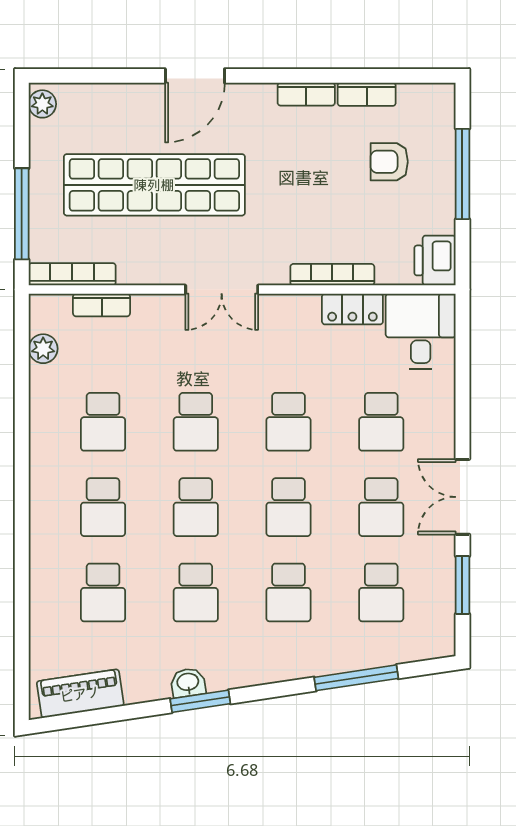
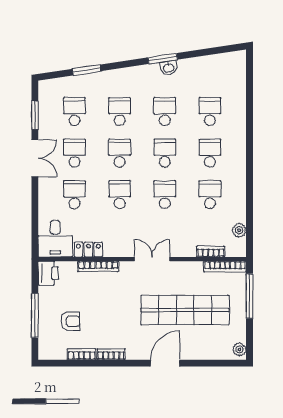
window: (356, 678) -> (87, 70), width x0.69
piano: (80, 694) -> (221, 62), removed

